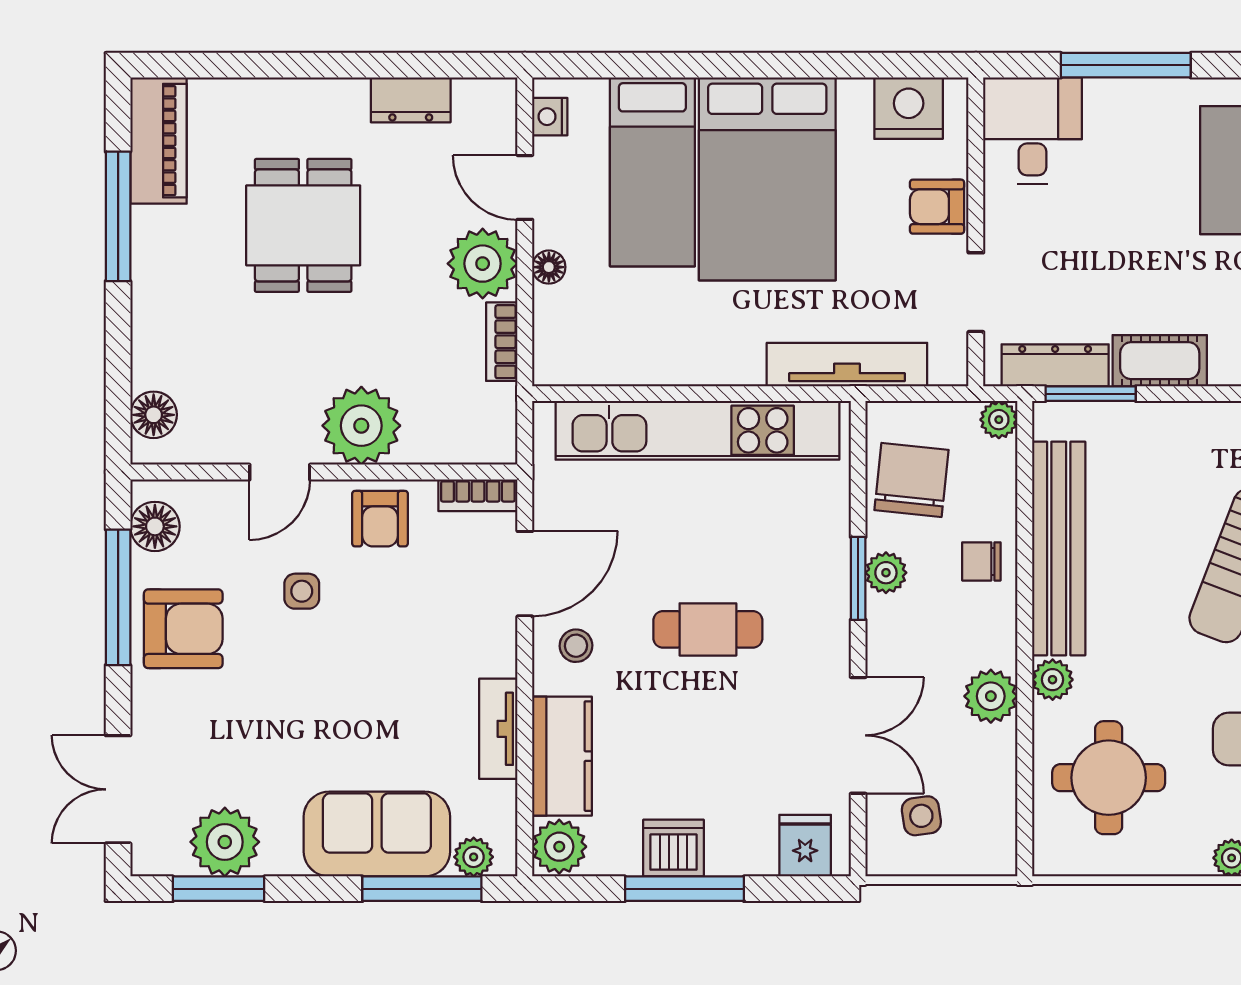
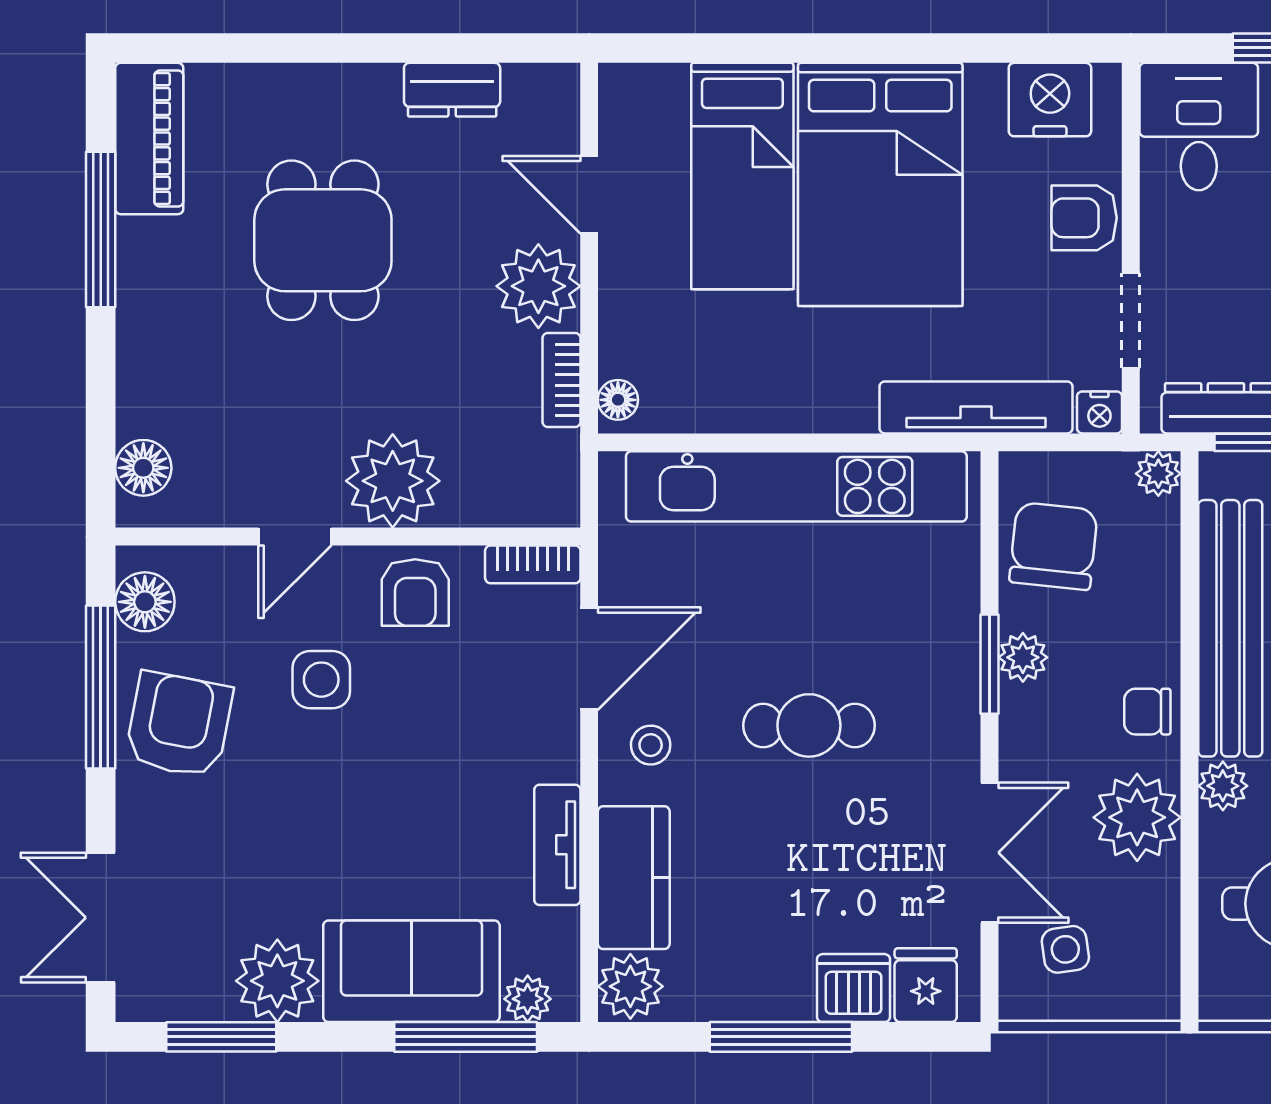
nightstand: (550, 117) -> (1099, 412), moved, turned -90
floor lamp: (549, 267) -> (618, 400), moved
chair: (981, 561) -> (1147, 712), moved
side table: (302, 591) -> (321, 680), width x1.37, depth x1.37
armchair: (183, 629) -> (179, 725), turned -79
plant: (991, 696) -> (1137, 817), width x1.36, depth x1.36
plant: (225, 842) -> (277, 981), moved
dishwasher: (673, 848) -> (854, 988), moved

